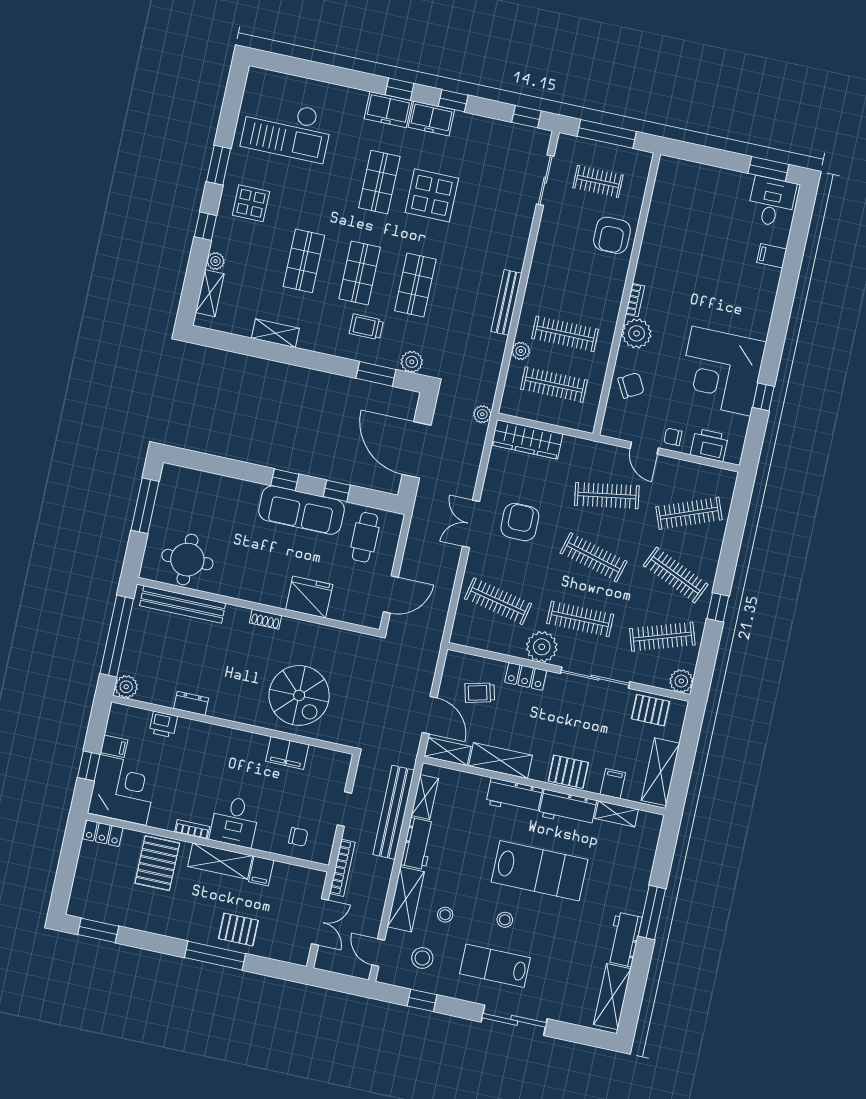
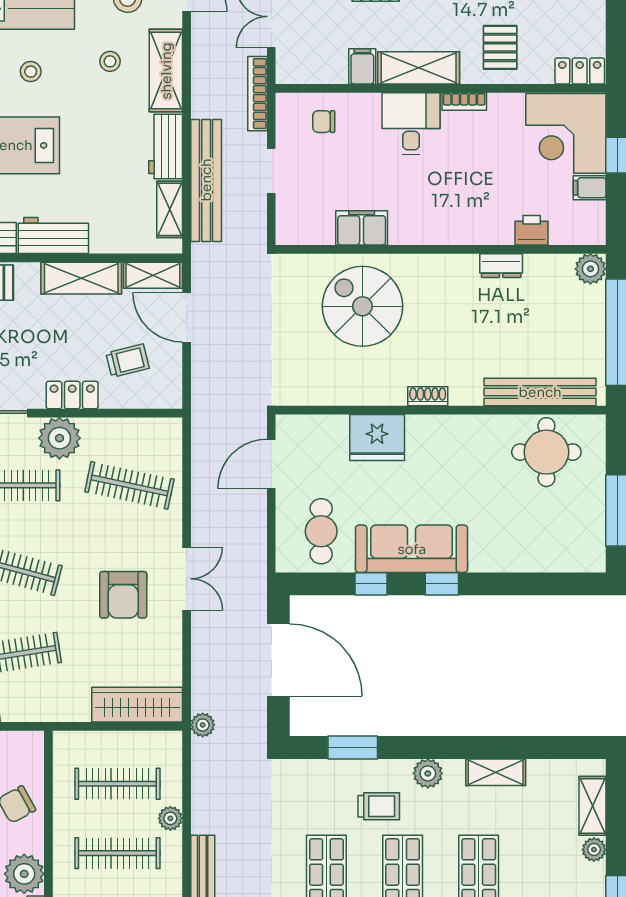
plant: (412, 362) -> (428, 773), moved
pallet: (157, 863) -> (500, 47), width x0.67, depth x0.71

